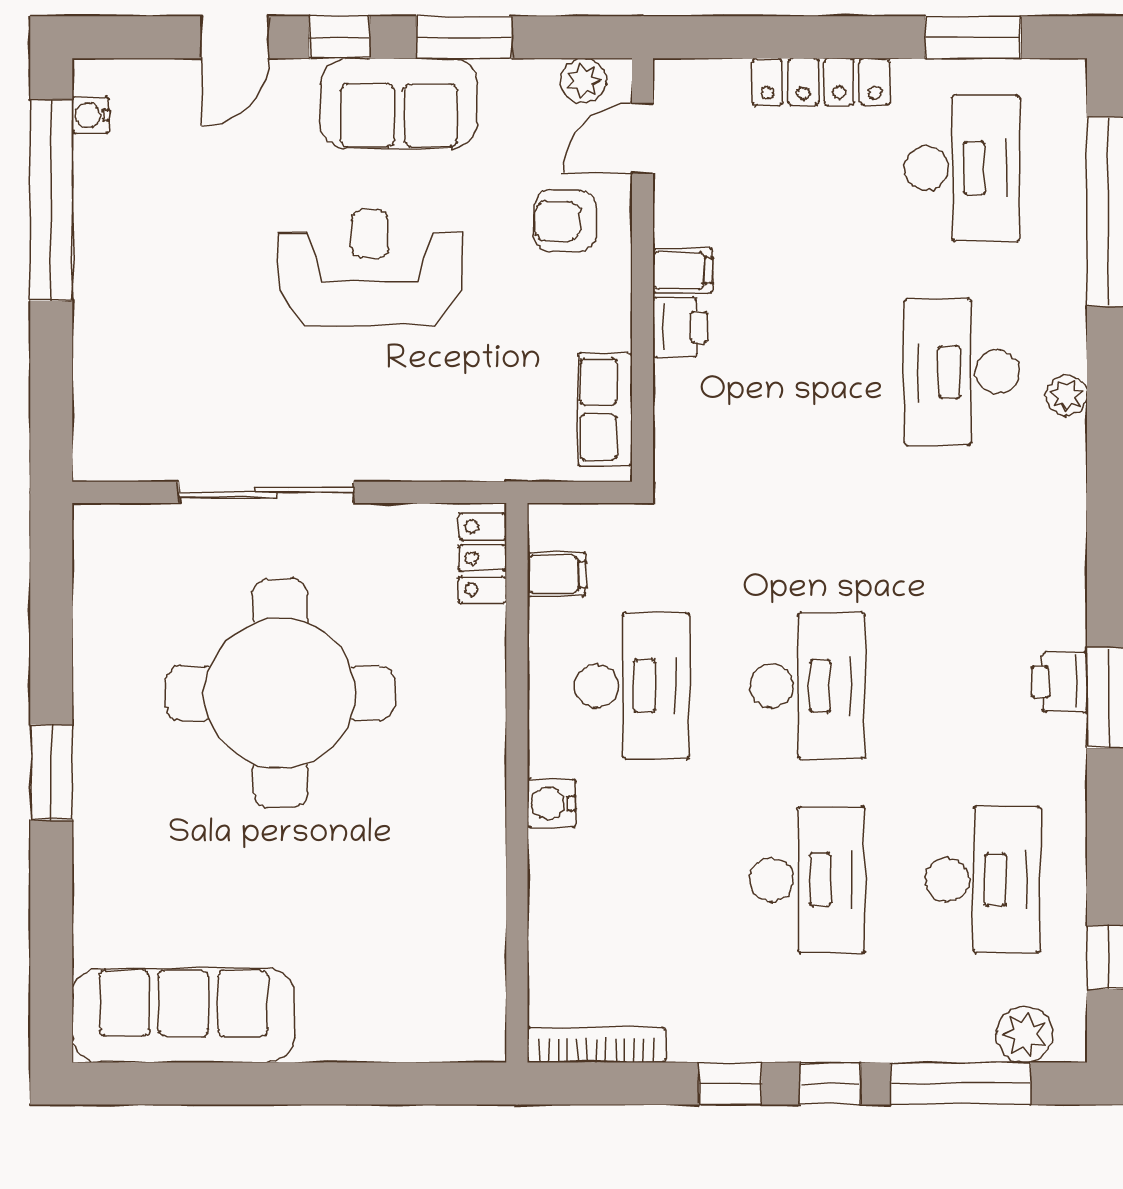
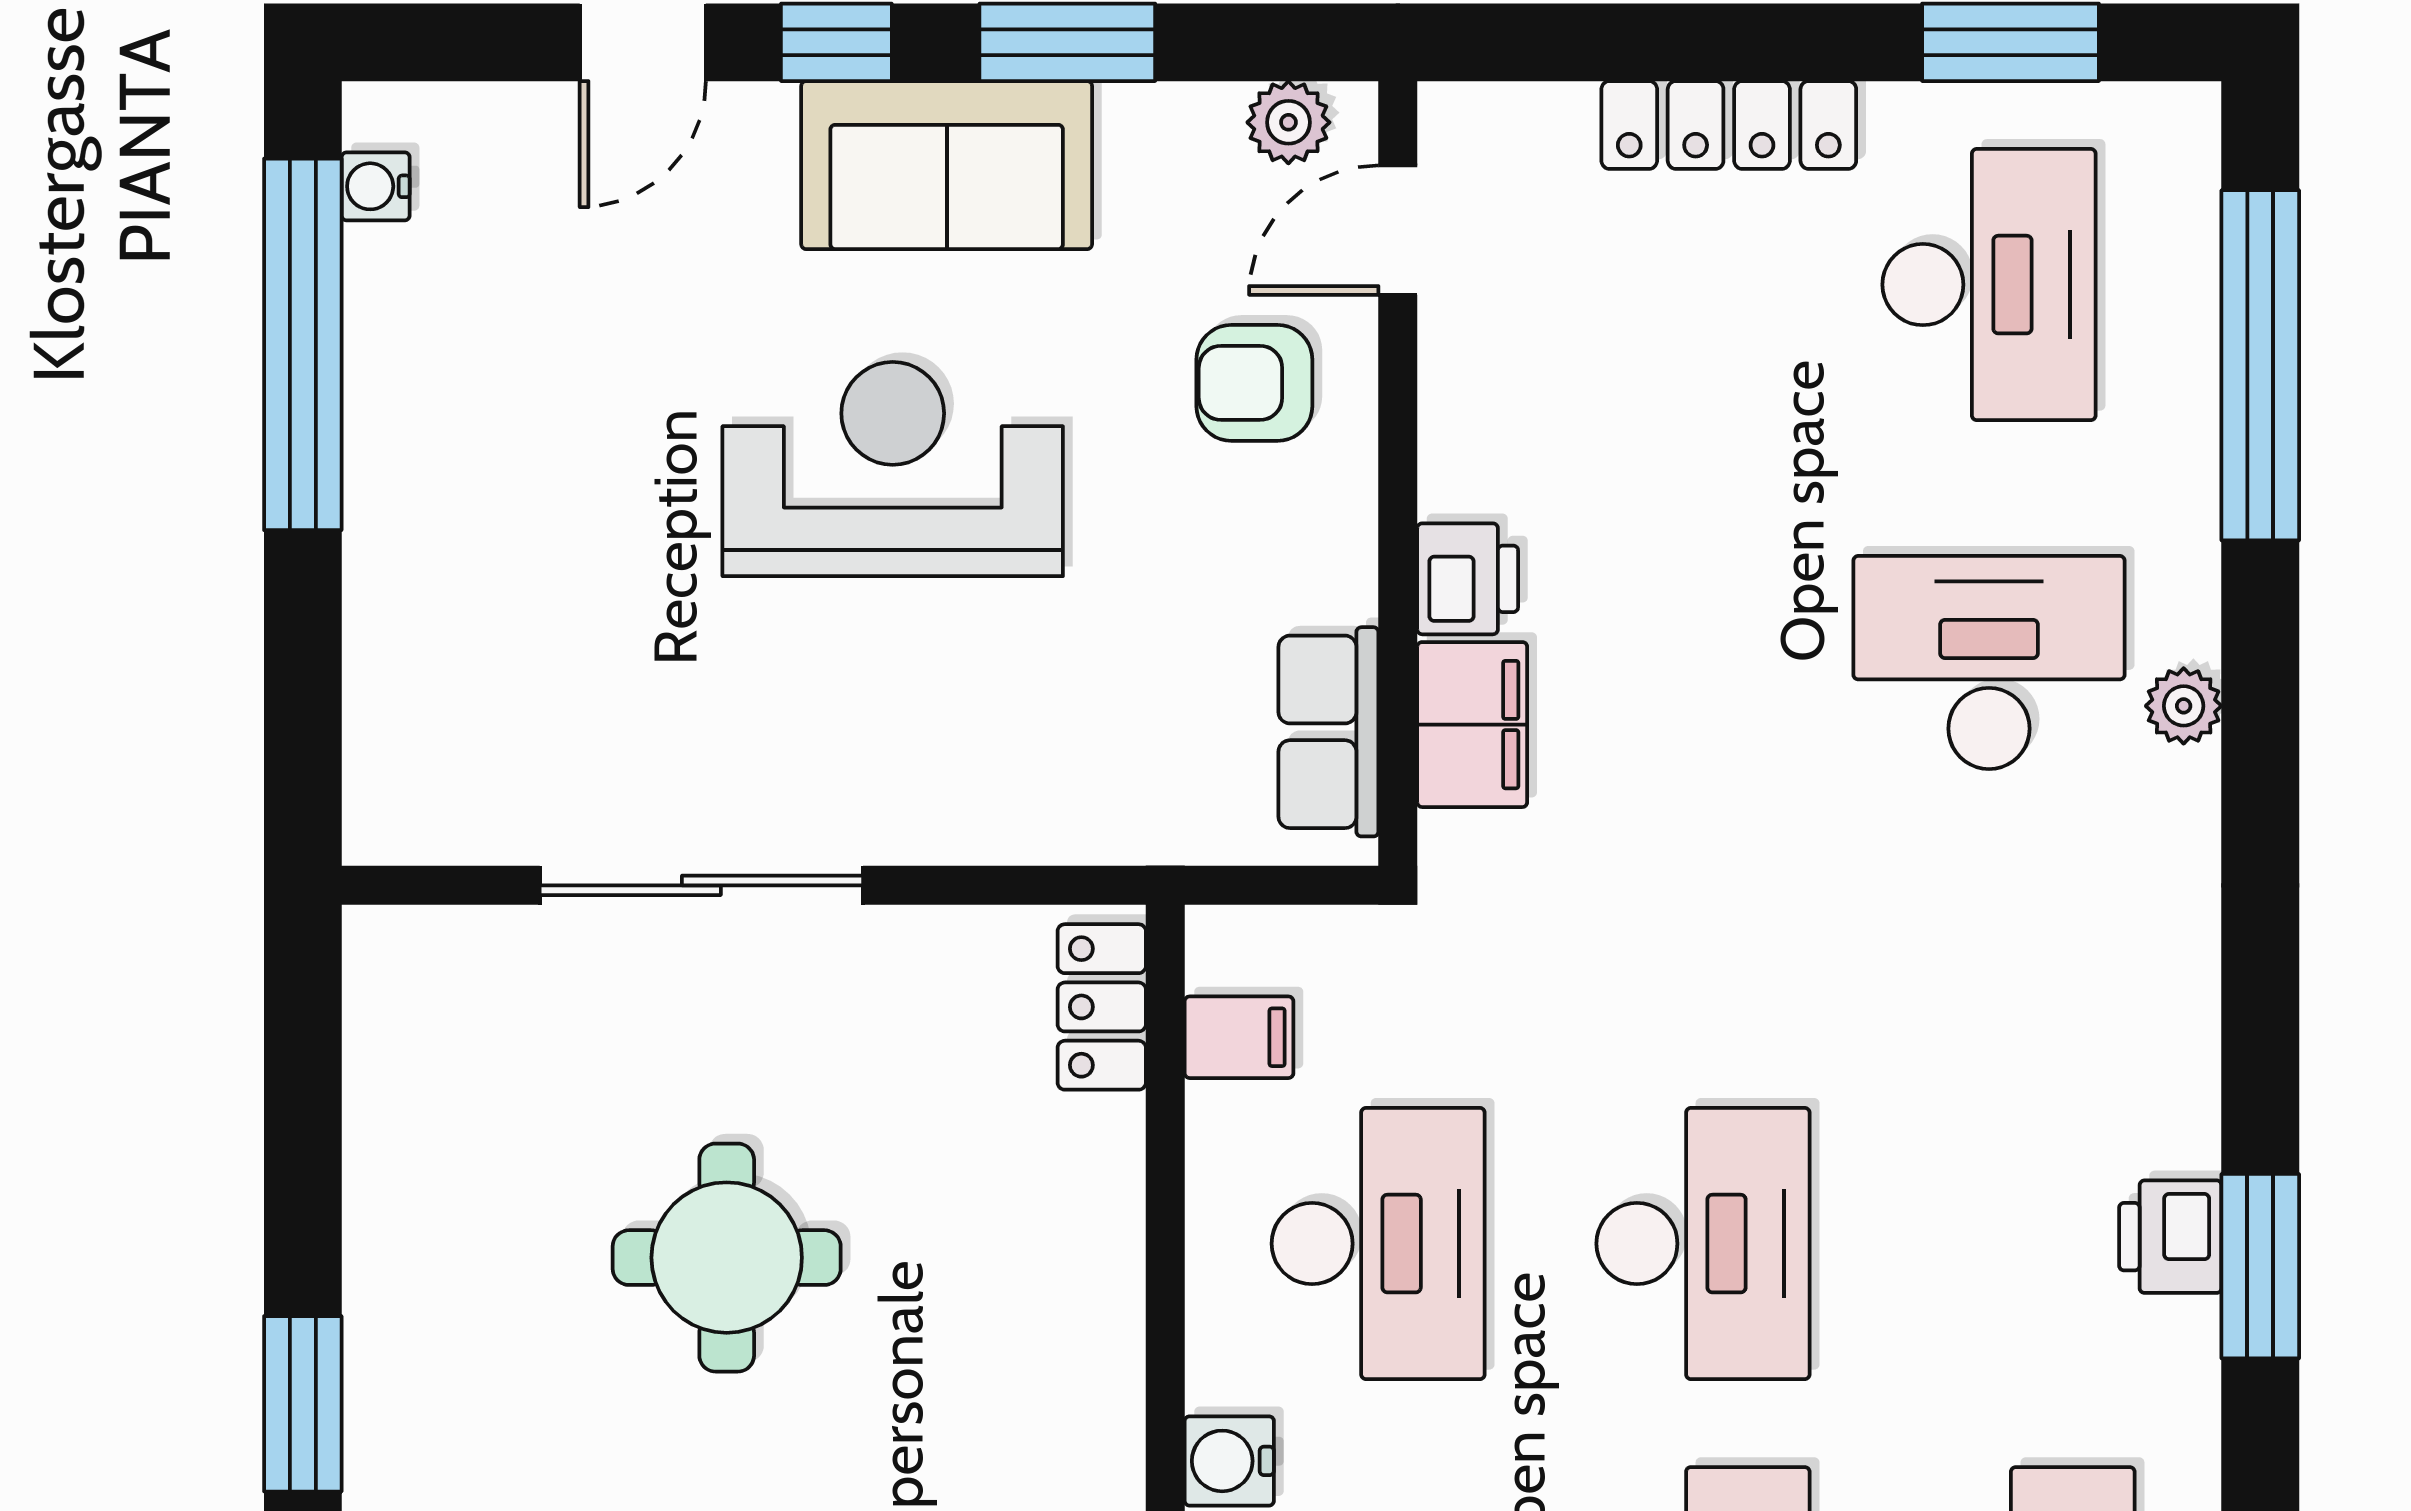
filing cabinet: (683, 270) -> (1472, 725), moved, width x2.00
desk: (962, 372) -> (1989, 662), turned 90
round table: (280, 693) -> (727, 1258), width x0.54, depth x0.54

